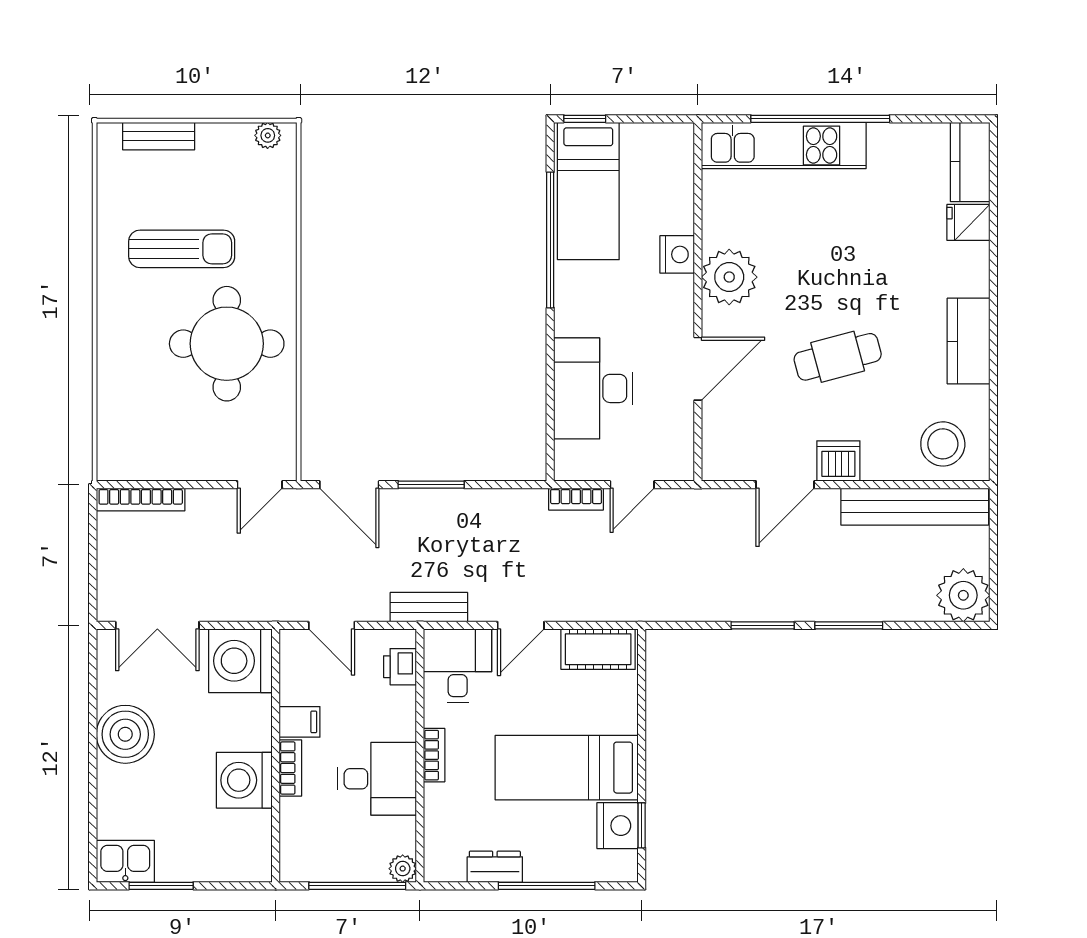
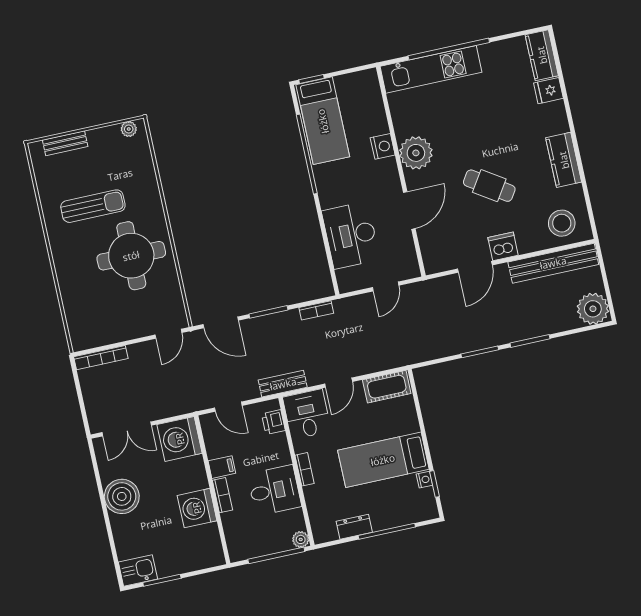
cafe table: (838, 357) -> (489, 186), turned 48
bookcase: (576, 499) -> (316, 310), moved
nightstand: (618, 826) -> (424, 480), width x0.53, depth x0.56

